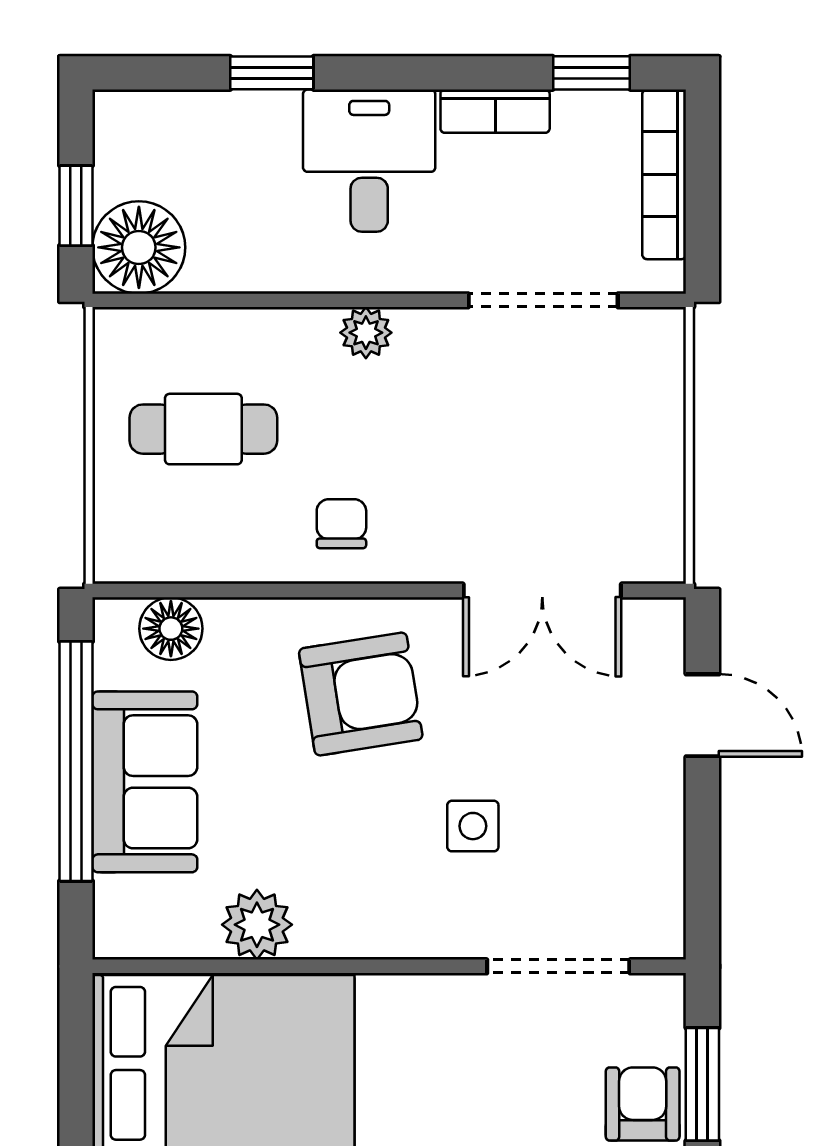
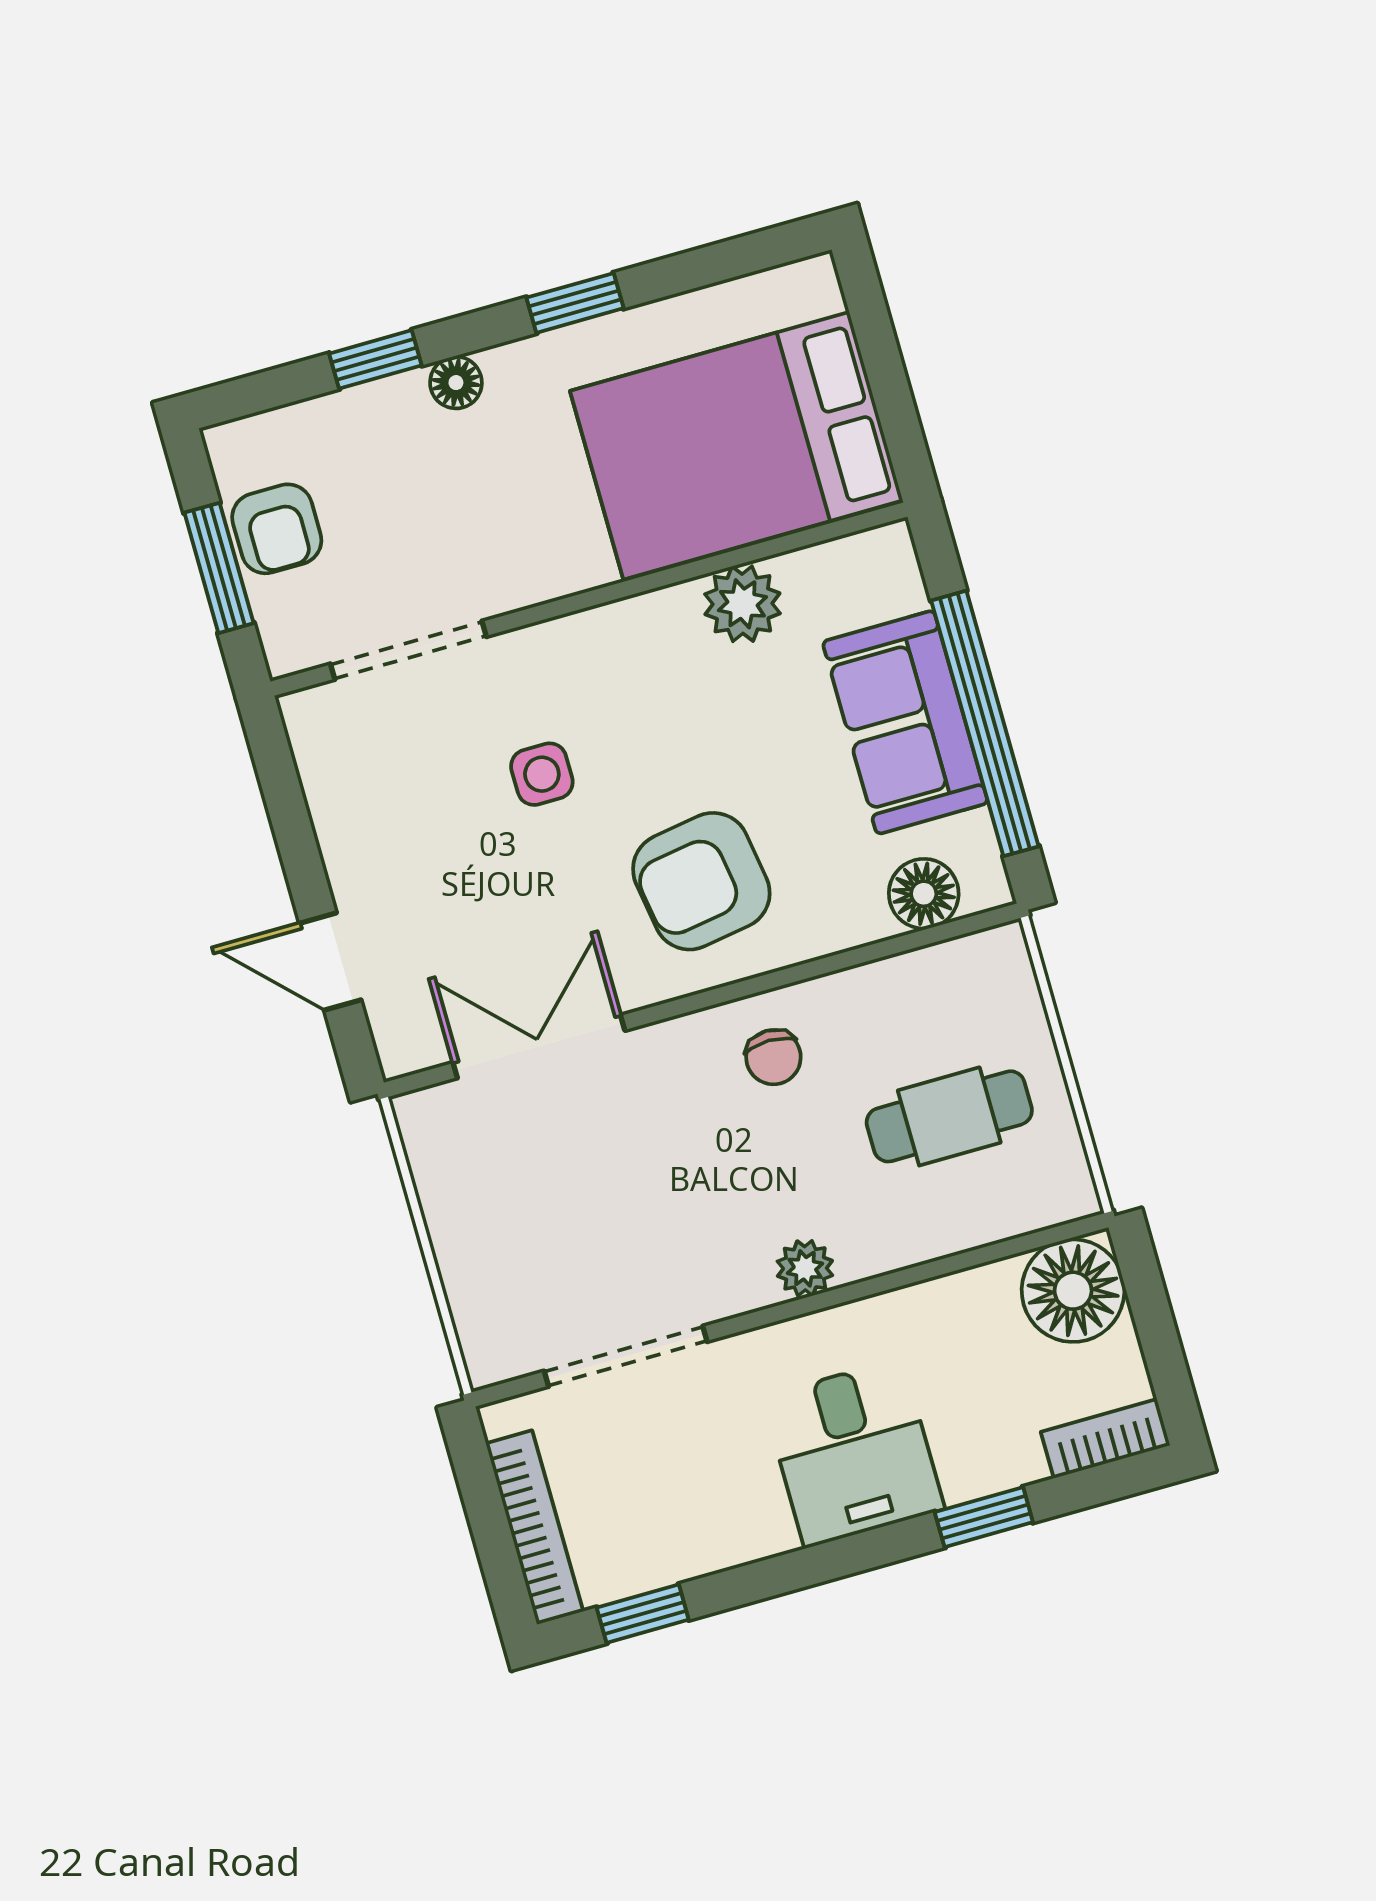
bookcase: (495, 111) -> (1105, 1439), moved
window: (76, 206) -> (1153, 1316), removed

